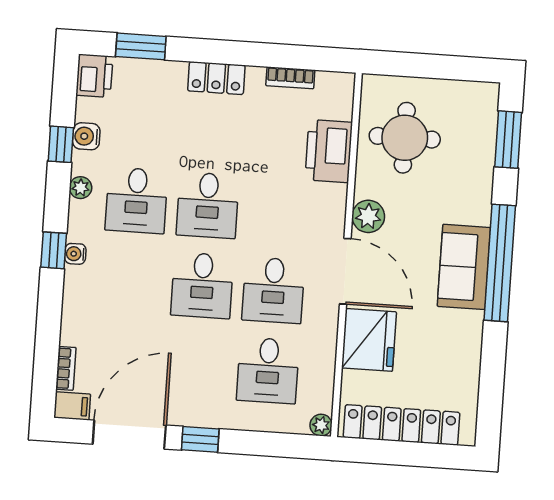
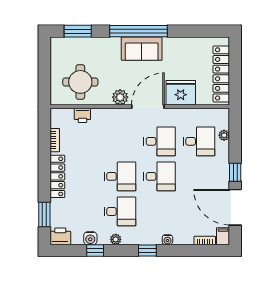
locker: (216, 78) -> (57, 176), width x1.53
printer: (329, 151) -> (82, 115), width x0.53, depth x0.68
water cooler: (75, 254) -> (167, 240), moved
plant: (321, 425) -> (224, 135), moved

